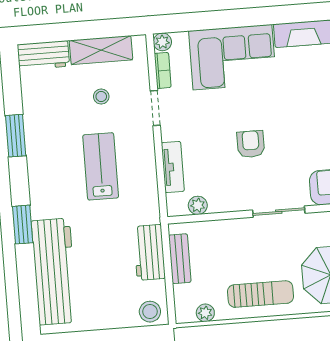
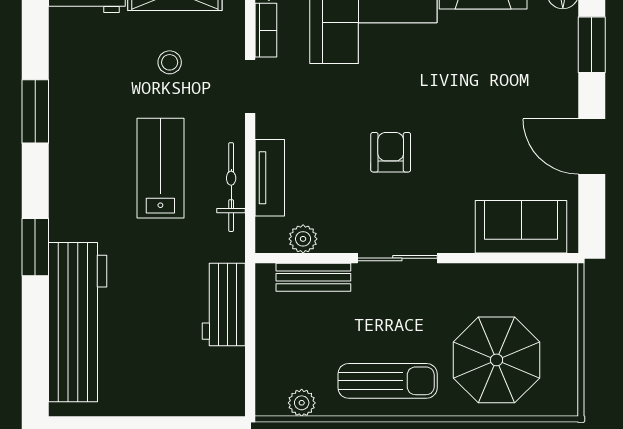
bicycle: (148, 175) -> (231, 187), added
sliding door: (279, 212) -> (397, 258), moved
bench: (180, 259) -> (313, 277), moved, turned 90
stool: (150, 312) -> (218, 394), removed

